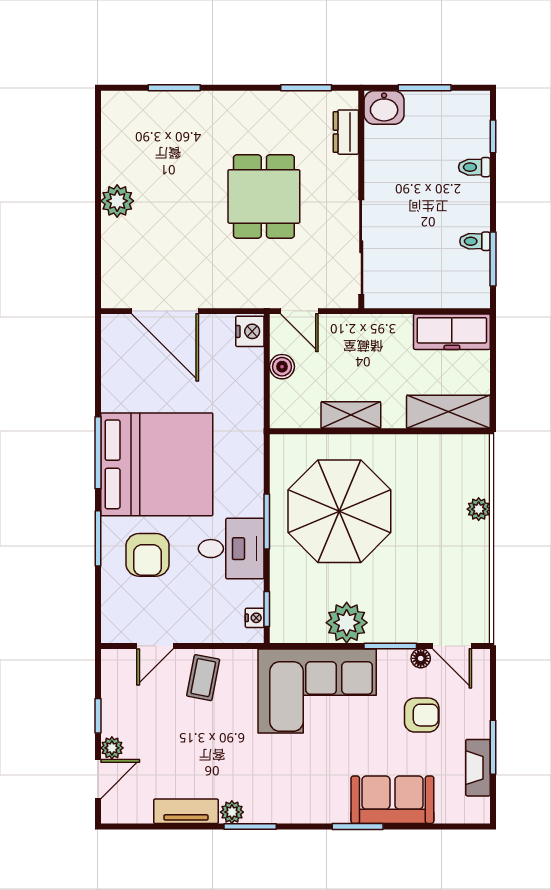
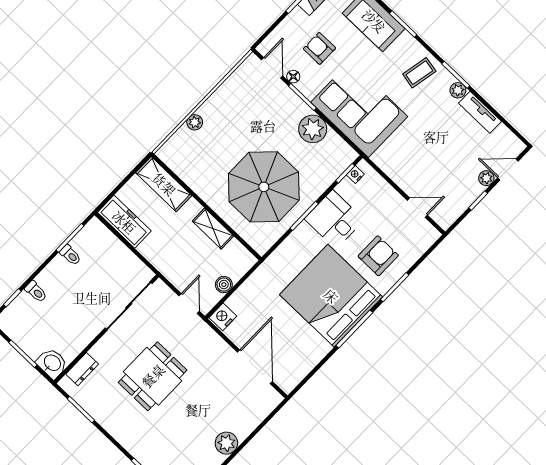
coffee table: (203, 678) -> (419, 73), moved

